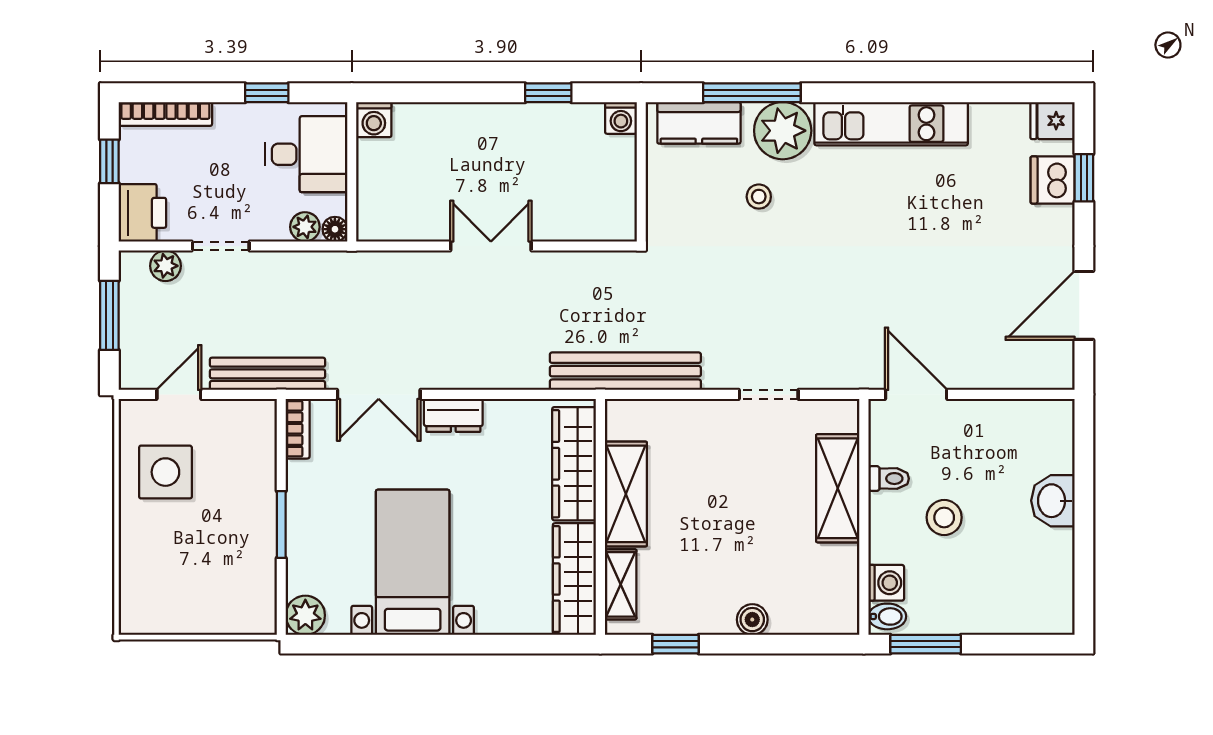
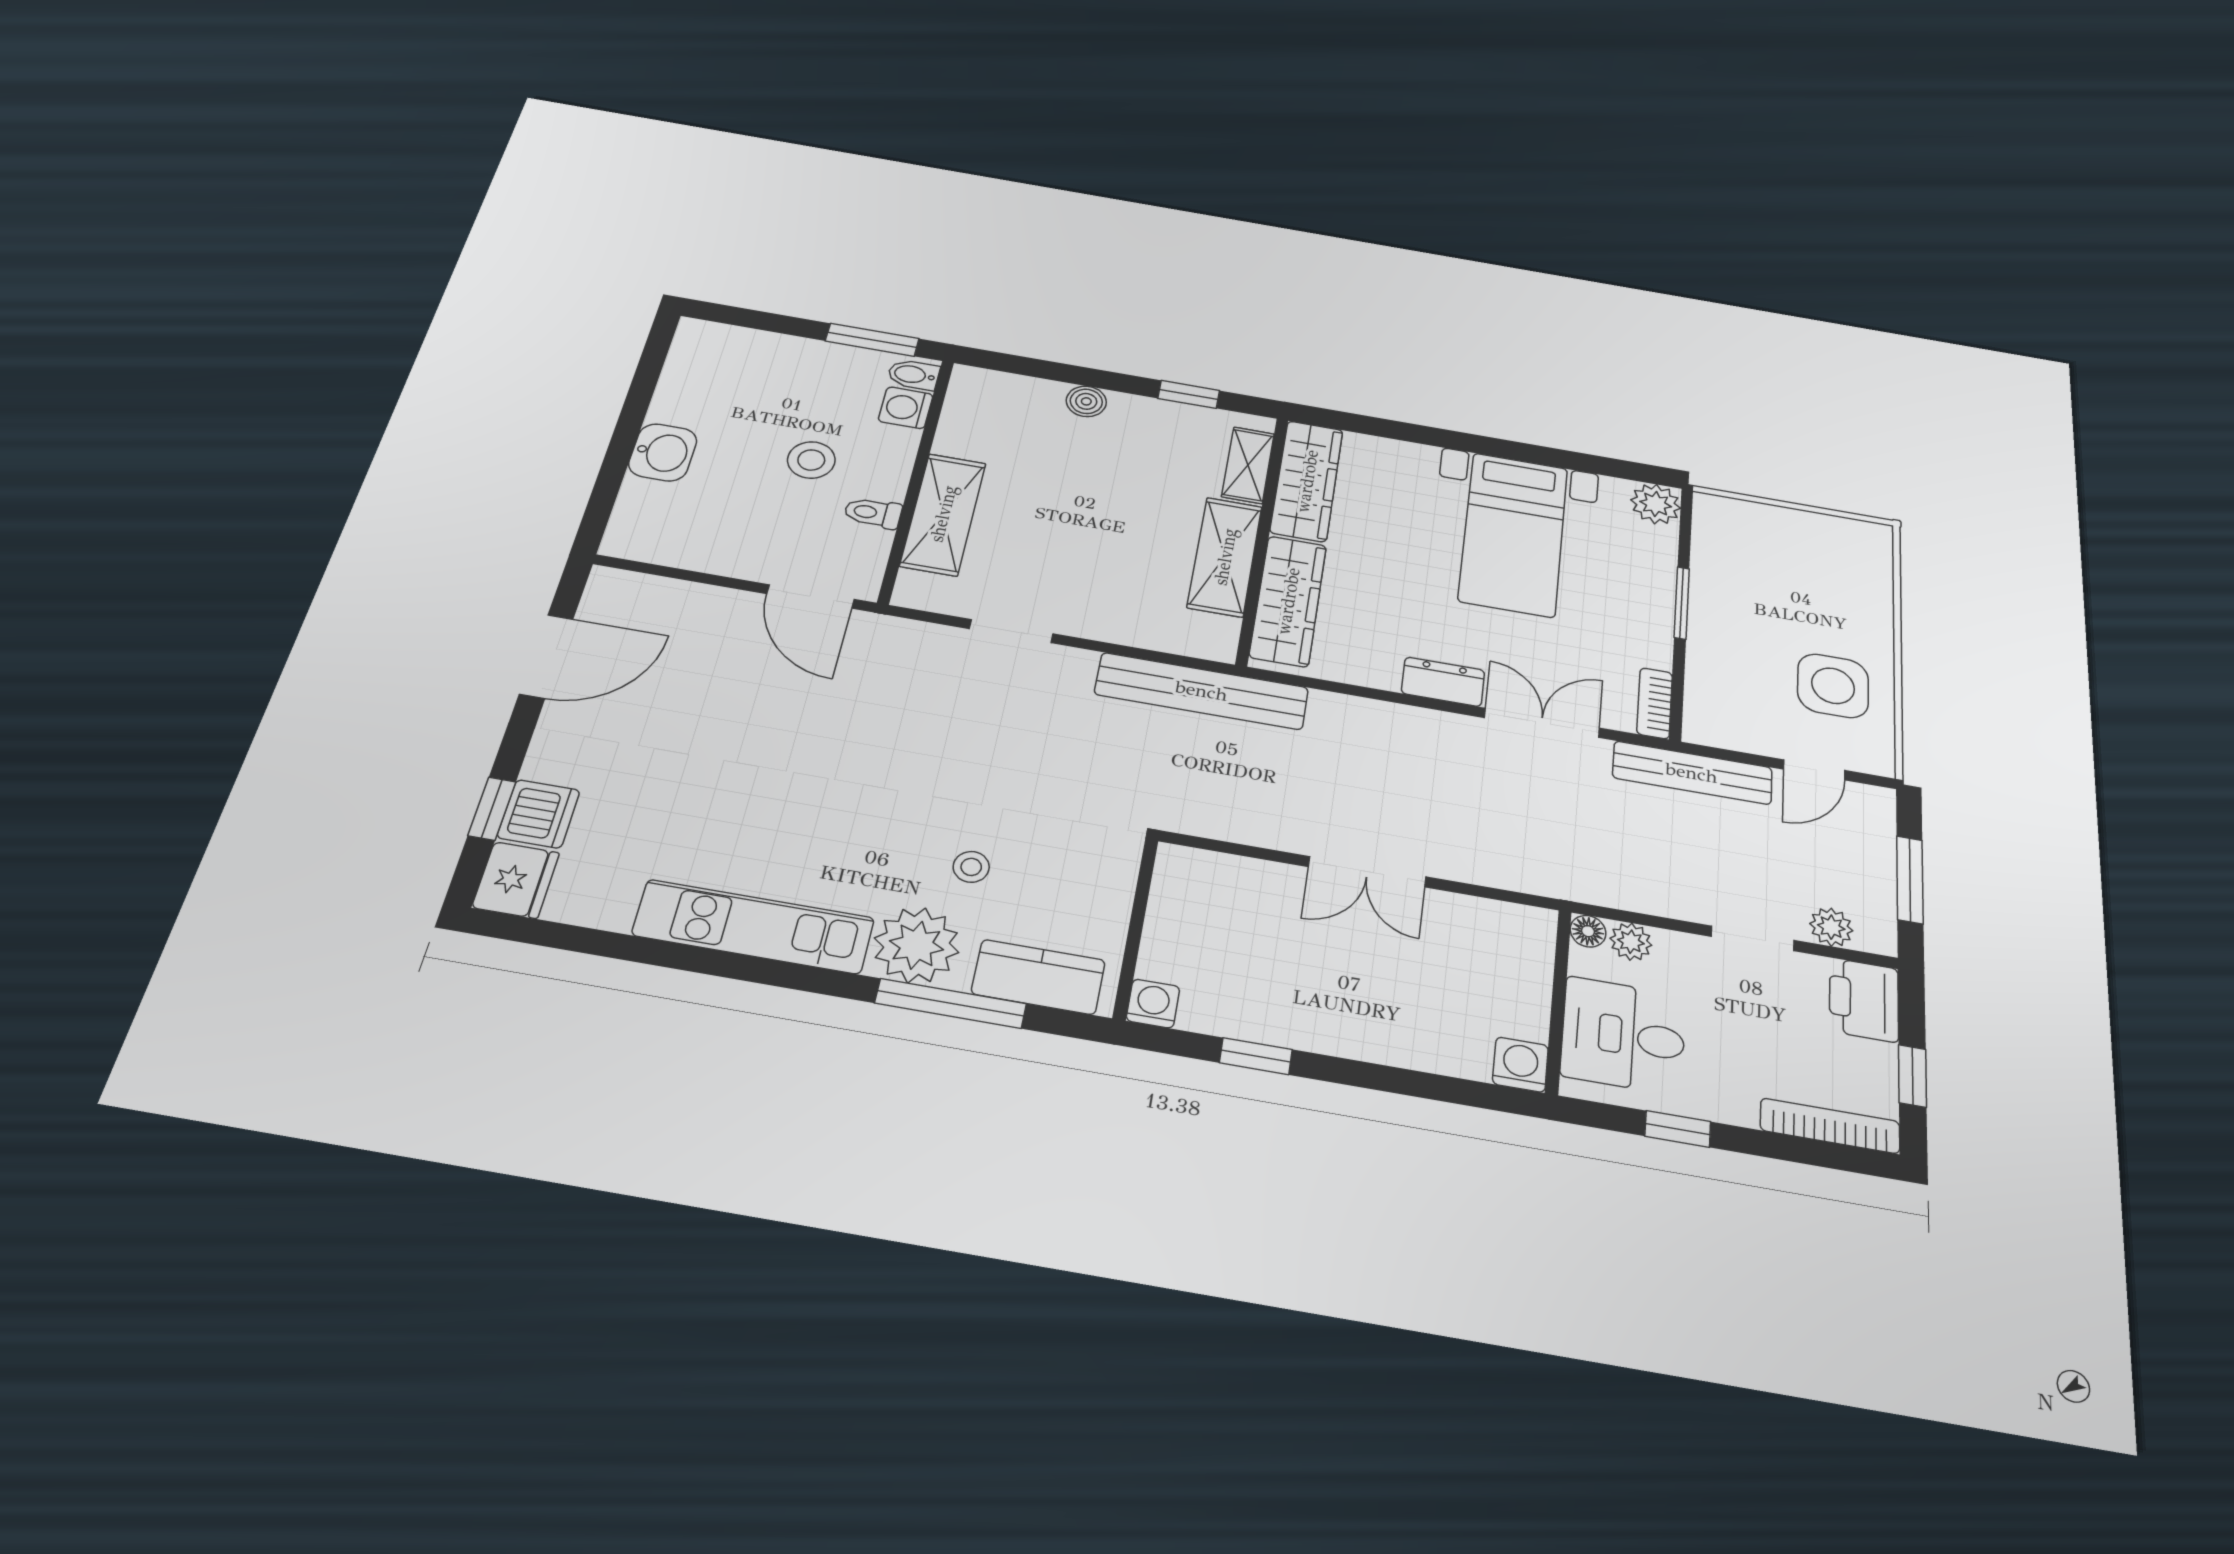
fridge: (1053, 121) -> (516, 880), width x1.38

